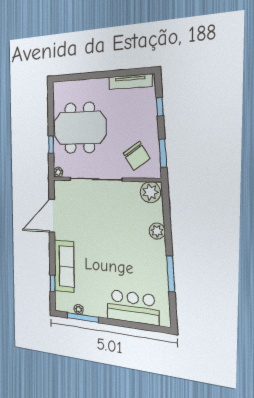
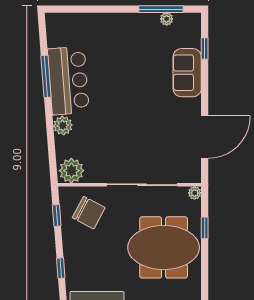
window: (163, 153) -> (57, 215), width x0.67
chair: (137, 156) -> (89, 213), turned 152
sofa: (64, 266) -> (187, 73), width x0.73
bar counter: (133, 307) -> (68, 81), moved, turned -94

